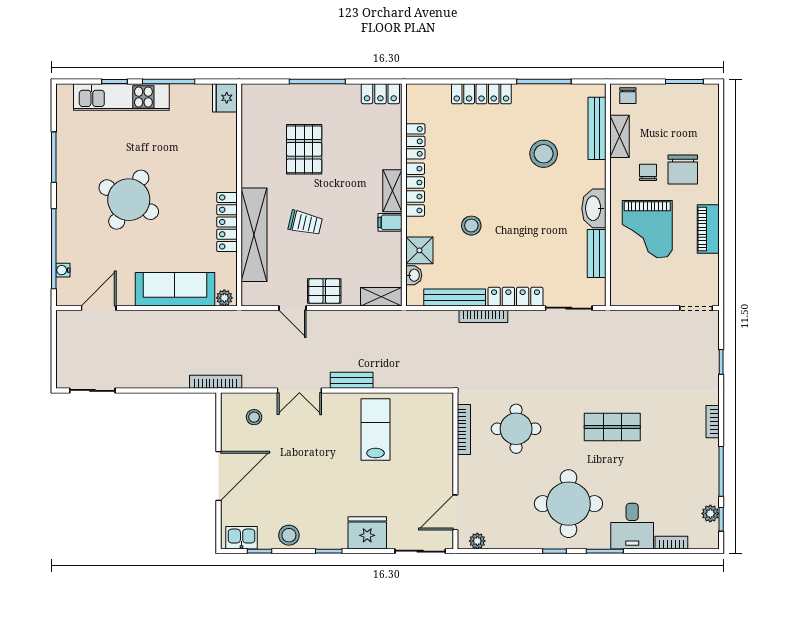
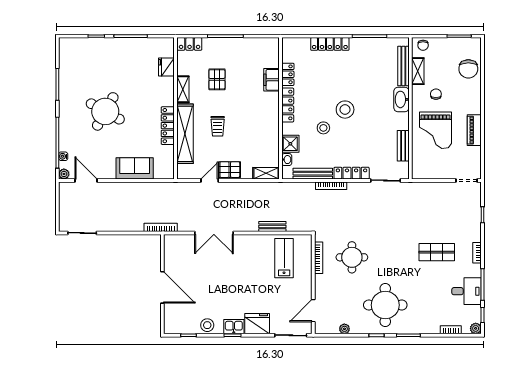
locker: (380, 94) -> (190, 44), moved
kitchen unit: (121, 97) -> (101, 46), removed
fridge: (225, 98) -> (166, 67), moved
pallet: (304, 149) -> (217, 79), width x0.67, depth x0.71
stool: (544, 154) -> (345, 110), moved
chair: (683, 169) -> (468, 69), moved
shelving: (392, 191) -> (183, 89), moved
washbasin: (594, 208) -> (401, 99), moved
filing cabinet: (390, 222) -> (272, 80), moved, width x2.00
trolley: (305, 223) -> (218, 126), turned 77
sofa: (175, 289) -> (135, 168), width x0.73
plant: (224, 298) -> (64, 174), moved
door: (99, 308) -> (86, 180), hinge flipped
door: (293, 308) -> (210, 180), swing flipped
bench: (352, 380) -> (272, 226), moved
double door: (299, 390) -> (214, 233), width x1.37
stool: (254, 417) -> (185, 250), removed
shop shelf: (612, 427) -> (437, 252), moved
lab bench: (375, 430) -> (284, 258), moved
door: (219, 476) -> (162, 287), hinge flipped
plant: (710, 514) -> (476, 328), moved
desk: (632, 526) -> (467, 291), moved, turned -90
kitchen sink: (242, 538) -> (234, 327), moved
plant: (477, 541) -> (344, 329), moved

